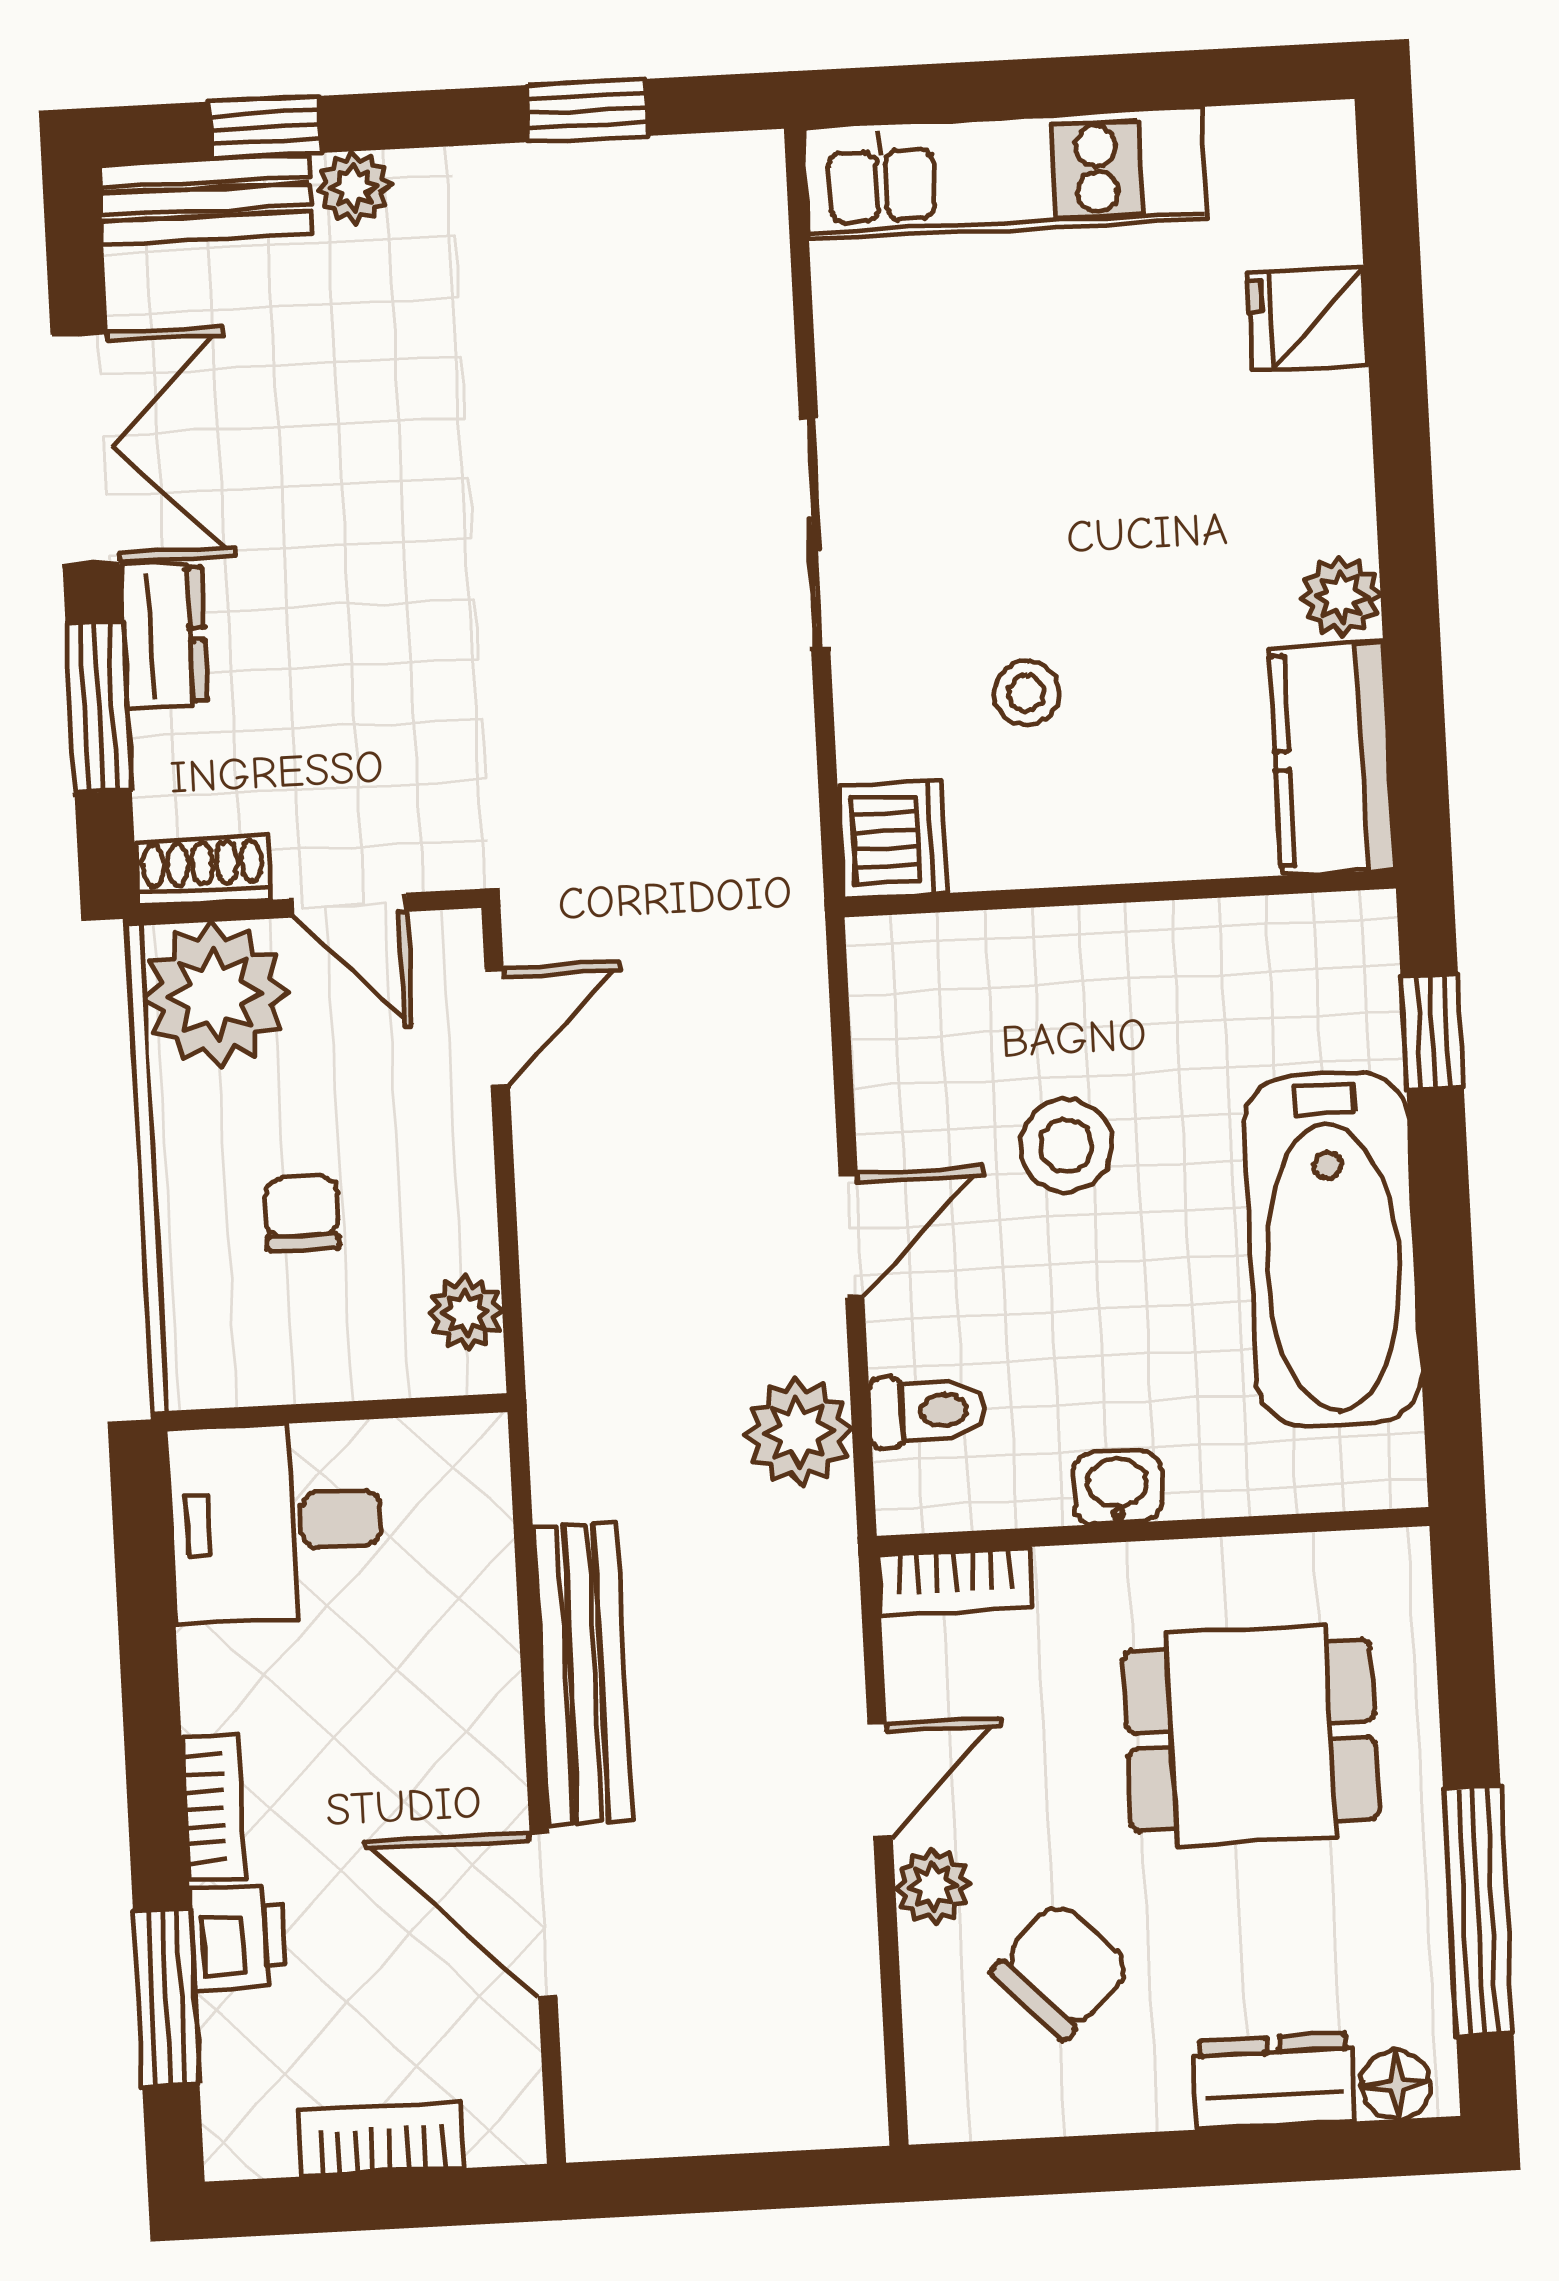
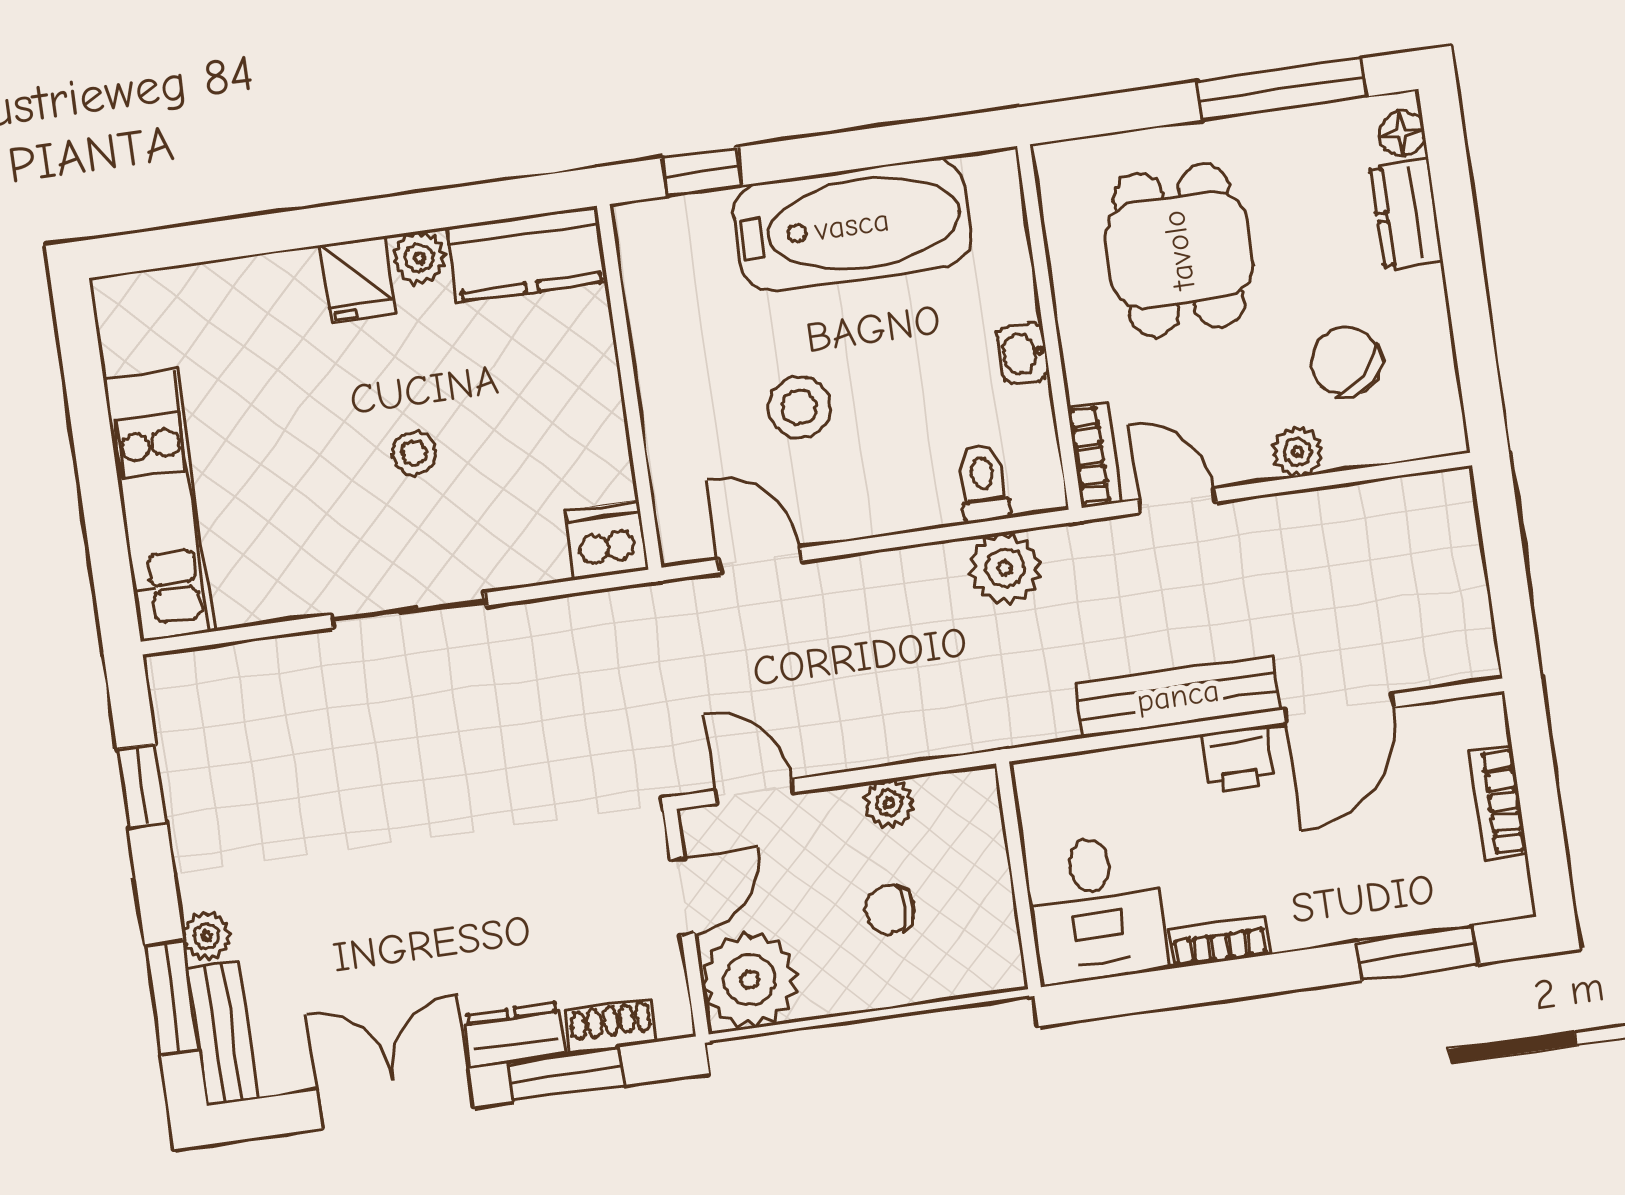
window: (266, 127) -> (172, 998), width x1.50
fridge: (1308, 319) -> (358, 279), moved
stool: (1026, 693) -> (414, 453), moved
shoe rack: (203, 871) -> (611, 1027), moved, turned 90
door: (851, 1235) -> (760, 560), moved
plant: (466, 1313) -> (889, 803), moved
door: (880, 1781) -> (1177, 501), moved
bookcase: (214, 1808) -> (1220, 942), moved
printer: (238, 1937) -> (1238, 760), moved, turned 180

